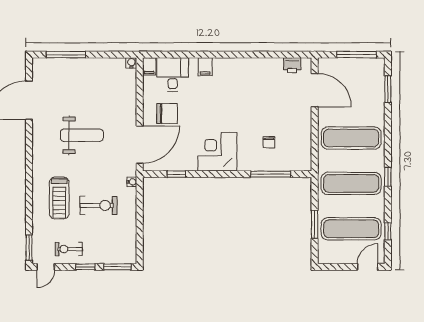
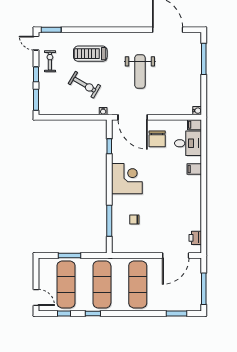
window: (388, 177) -> (93, 313), moved
exercise bike: (98, 205) -> (84, 85), turned -60

